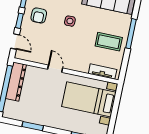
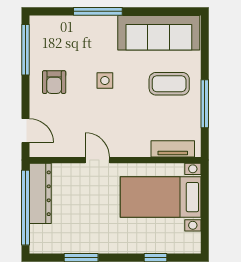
window: (19, 21) -> (26, 97), removed
window: (131, 34) -> (205, 104), moved
coffee table: (109, 42) -> (169, 84), moved

